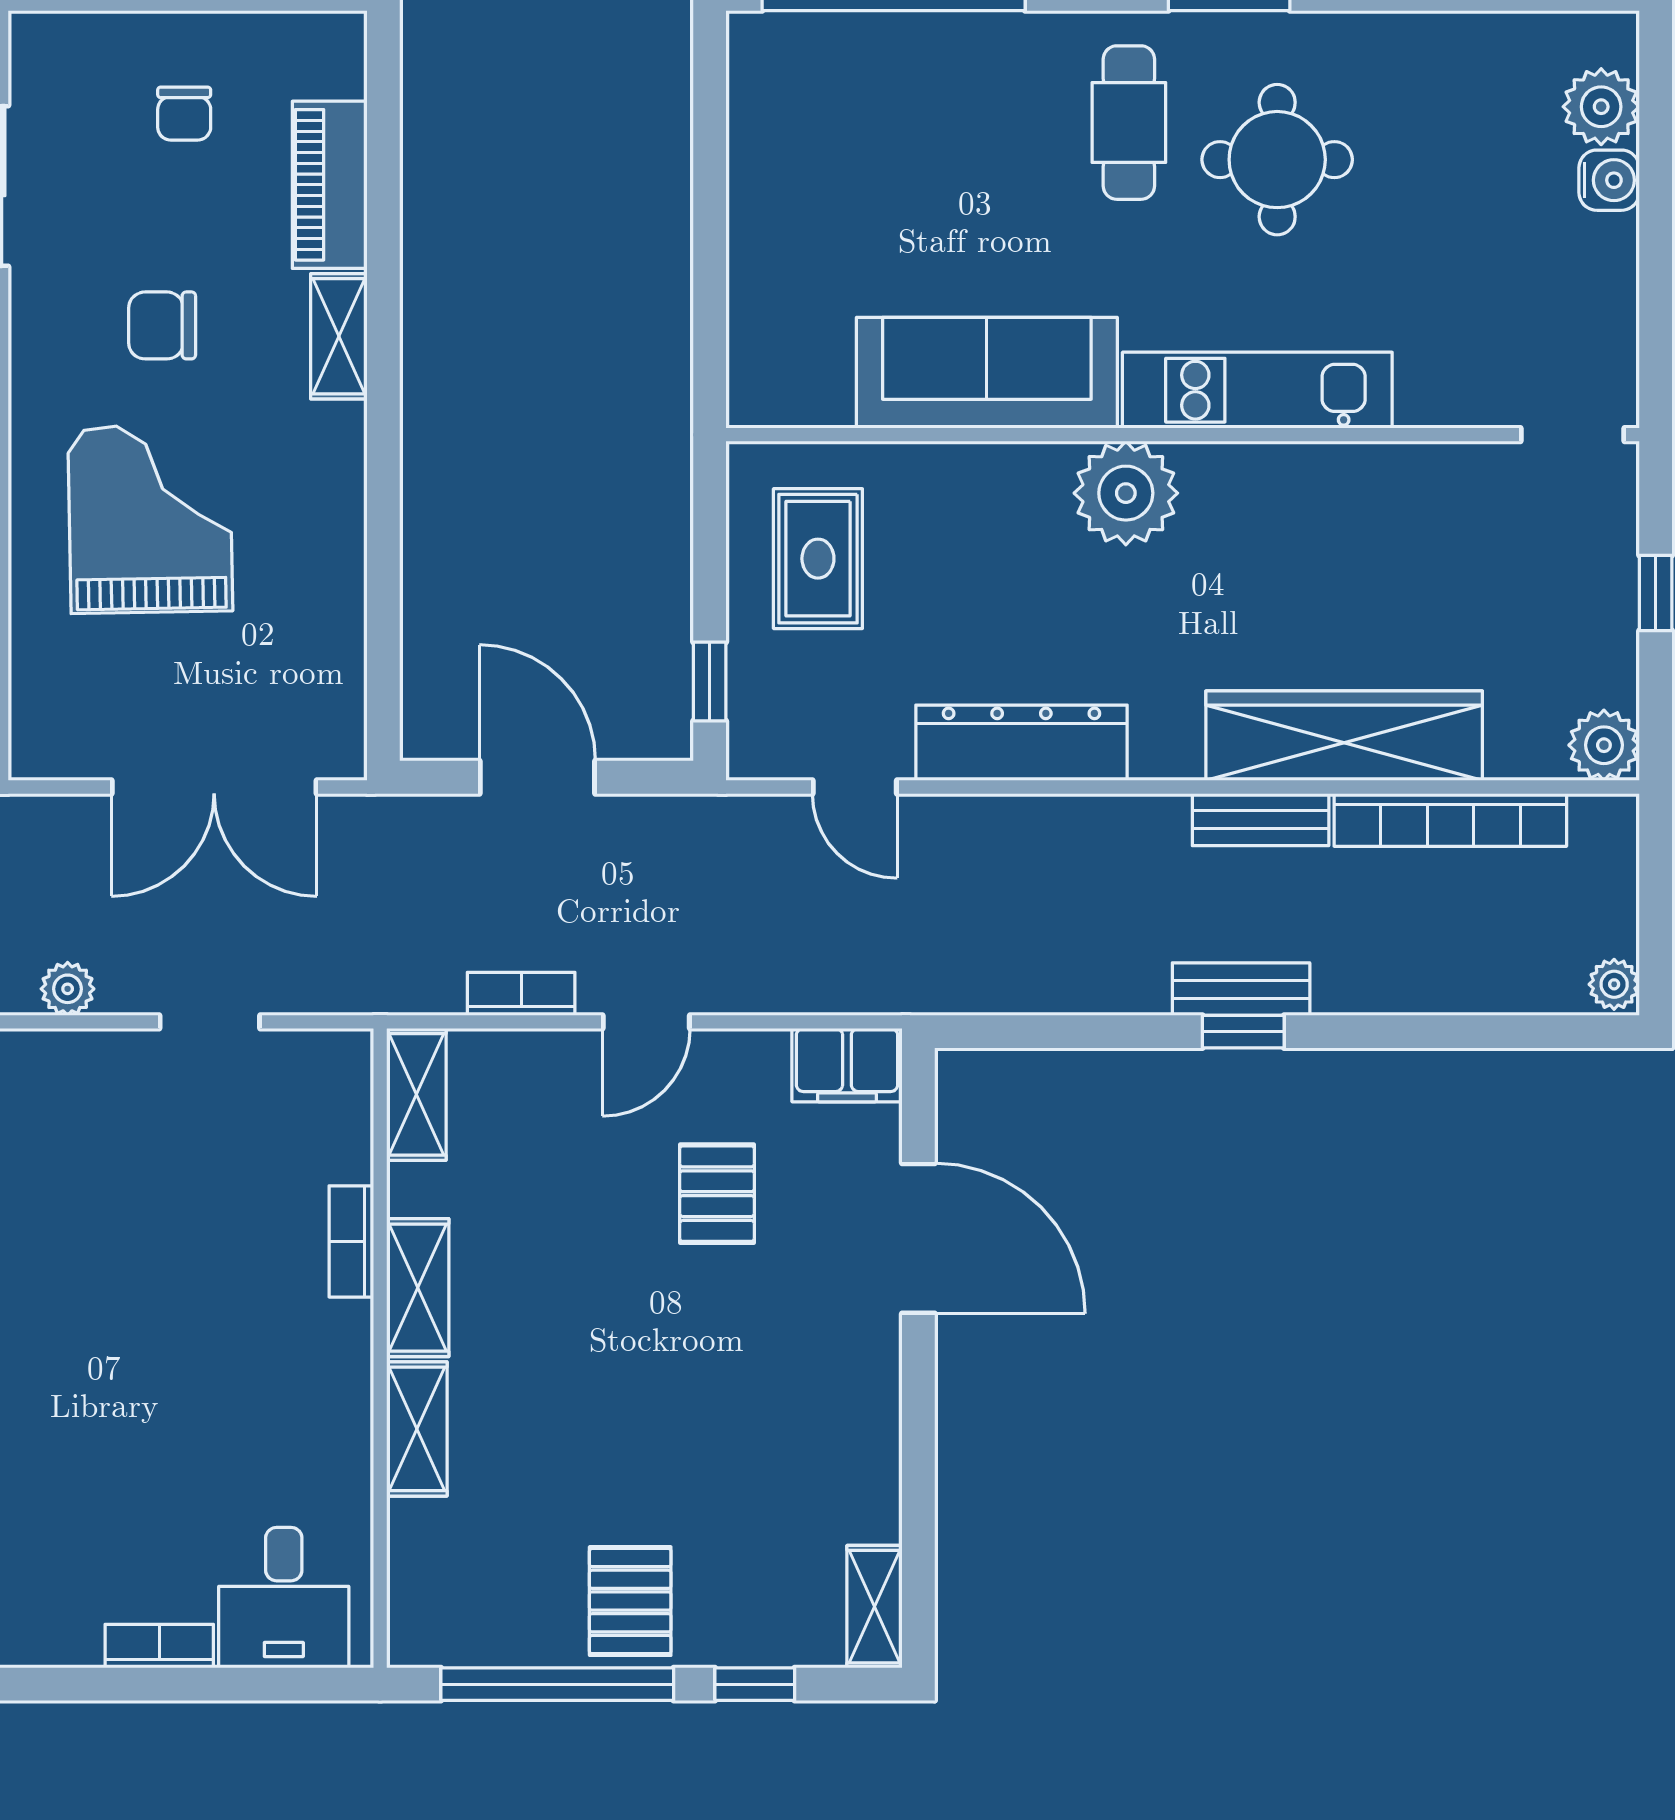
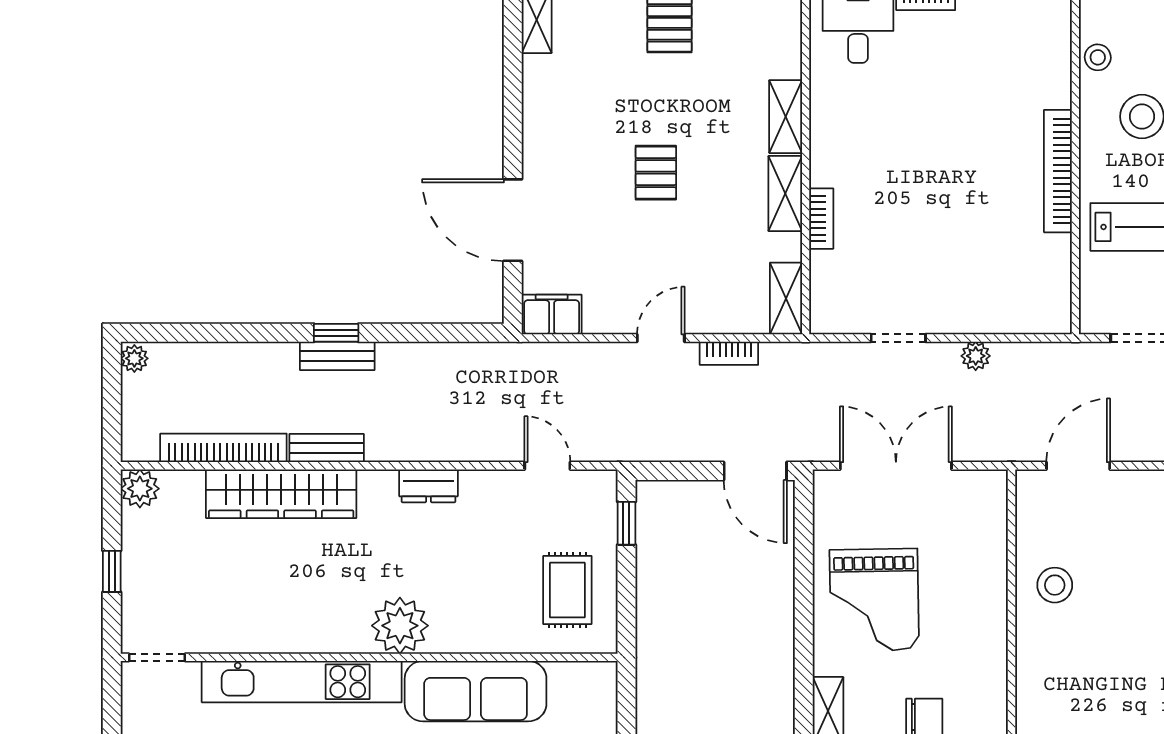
kitchen unit: (1257, 390) -> (302, 682), width x1.36
grand piano: (150, 519) -> (874, 600), moved
dresser: (1021, 743) -> (429, 486), width x0.51, depth x0.80
door: (537, 777) -> (755, 471), moved
pallet: (717, 1194) -> (656, 173), moved

